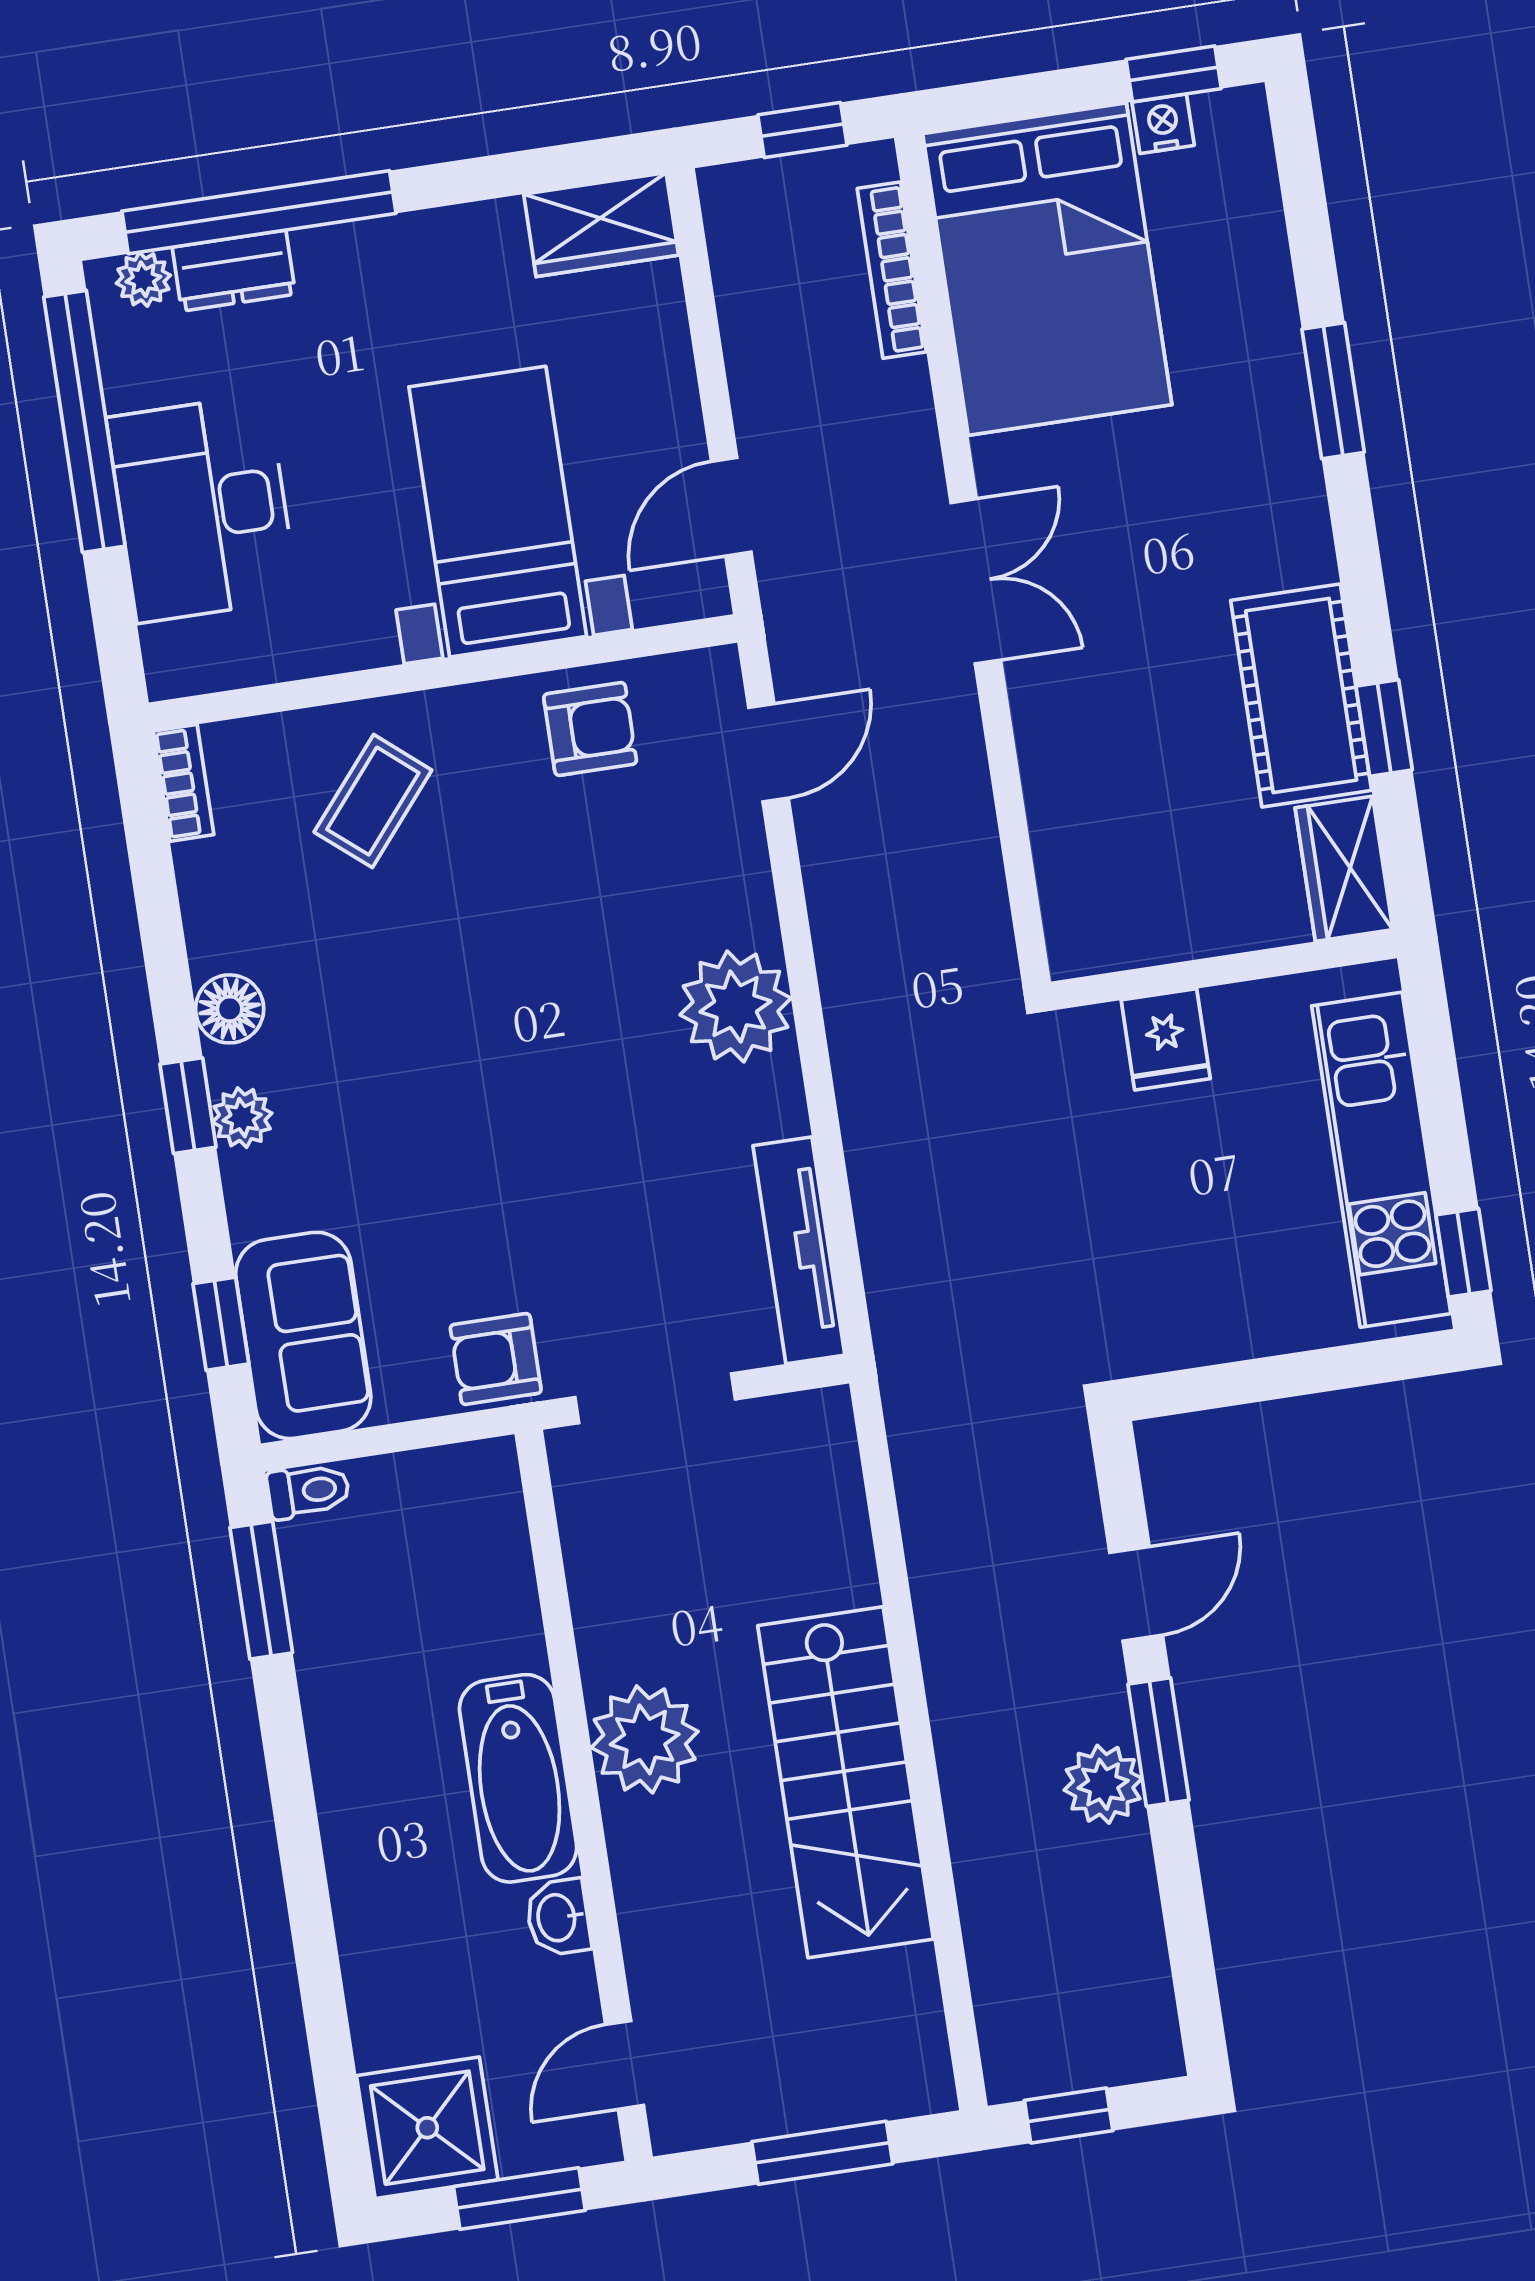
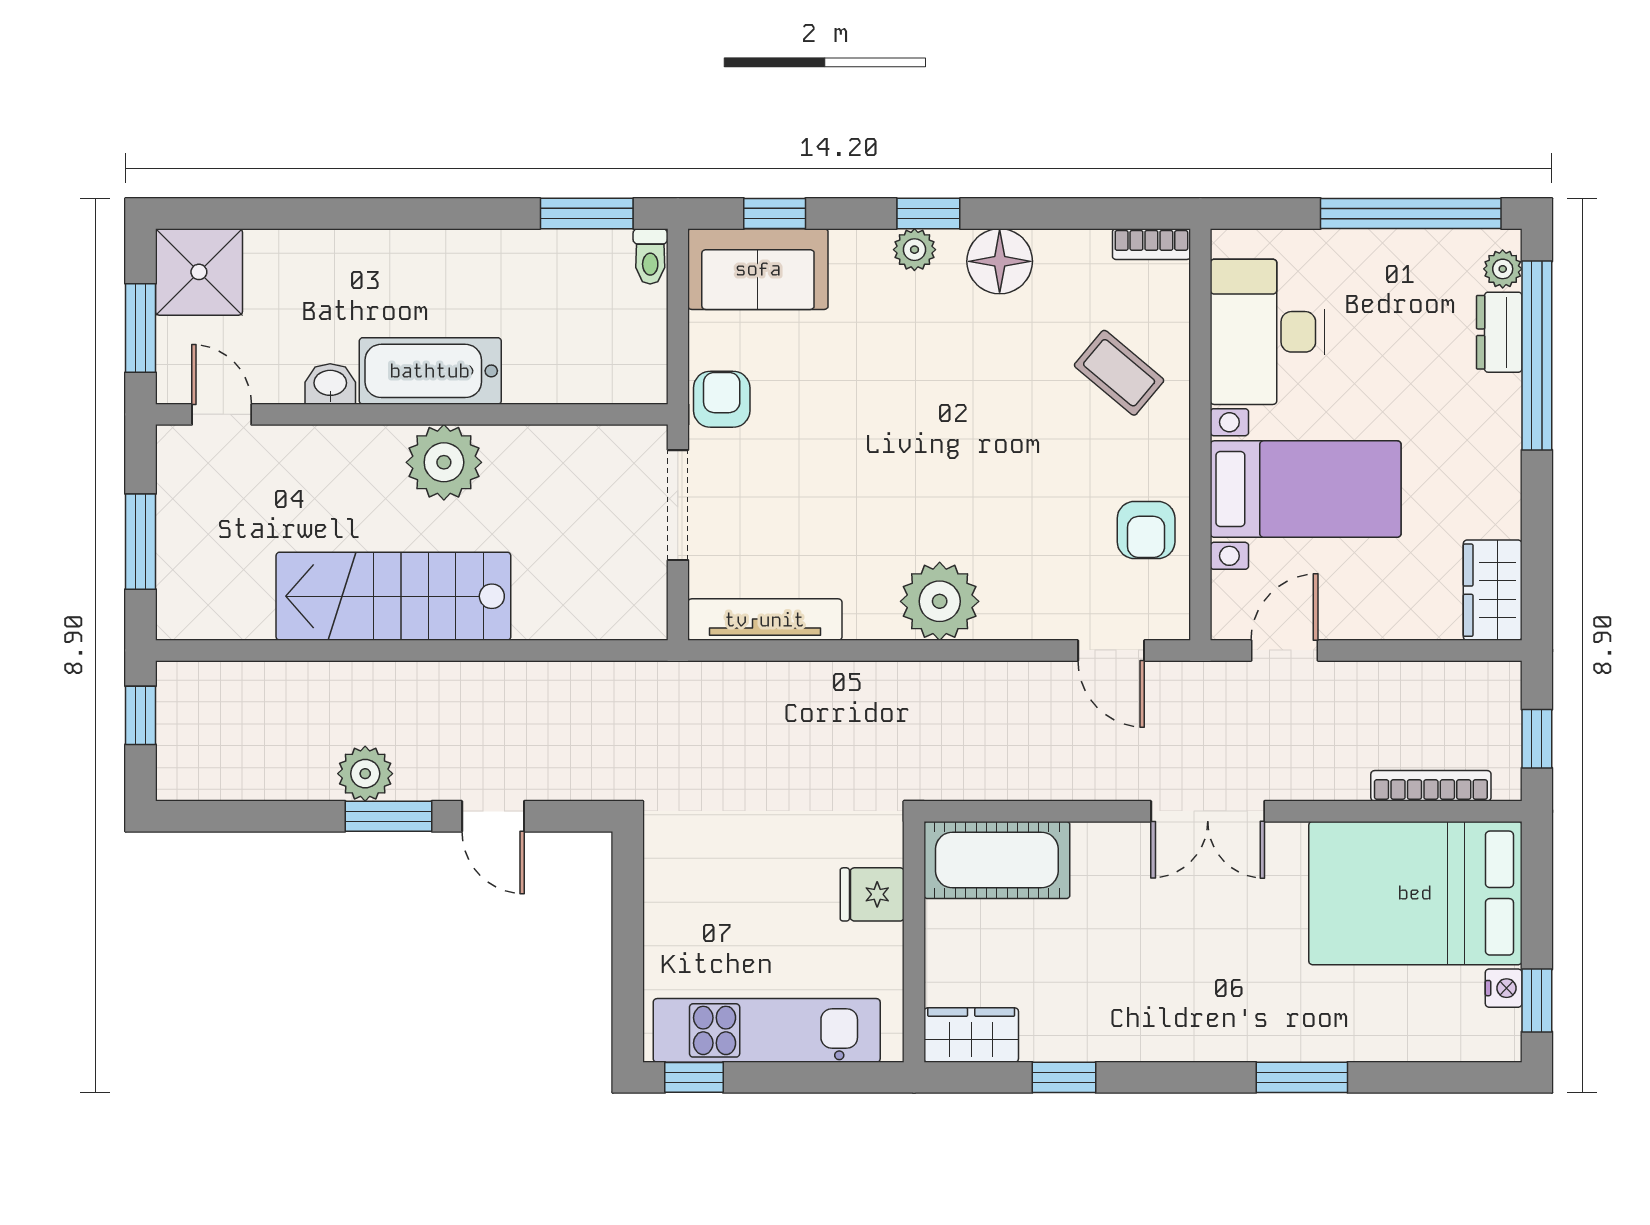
door: (731, 507) -> (1285, 650), hinge flipped
desk: (202, 508) -> (1267, 332), moved, turned -90
cot: (1301, 695) -> (997, 860), moved
floor lamp: (230, 1009) -> (1000, 261), width x1.38, depth x1.38

